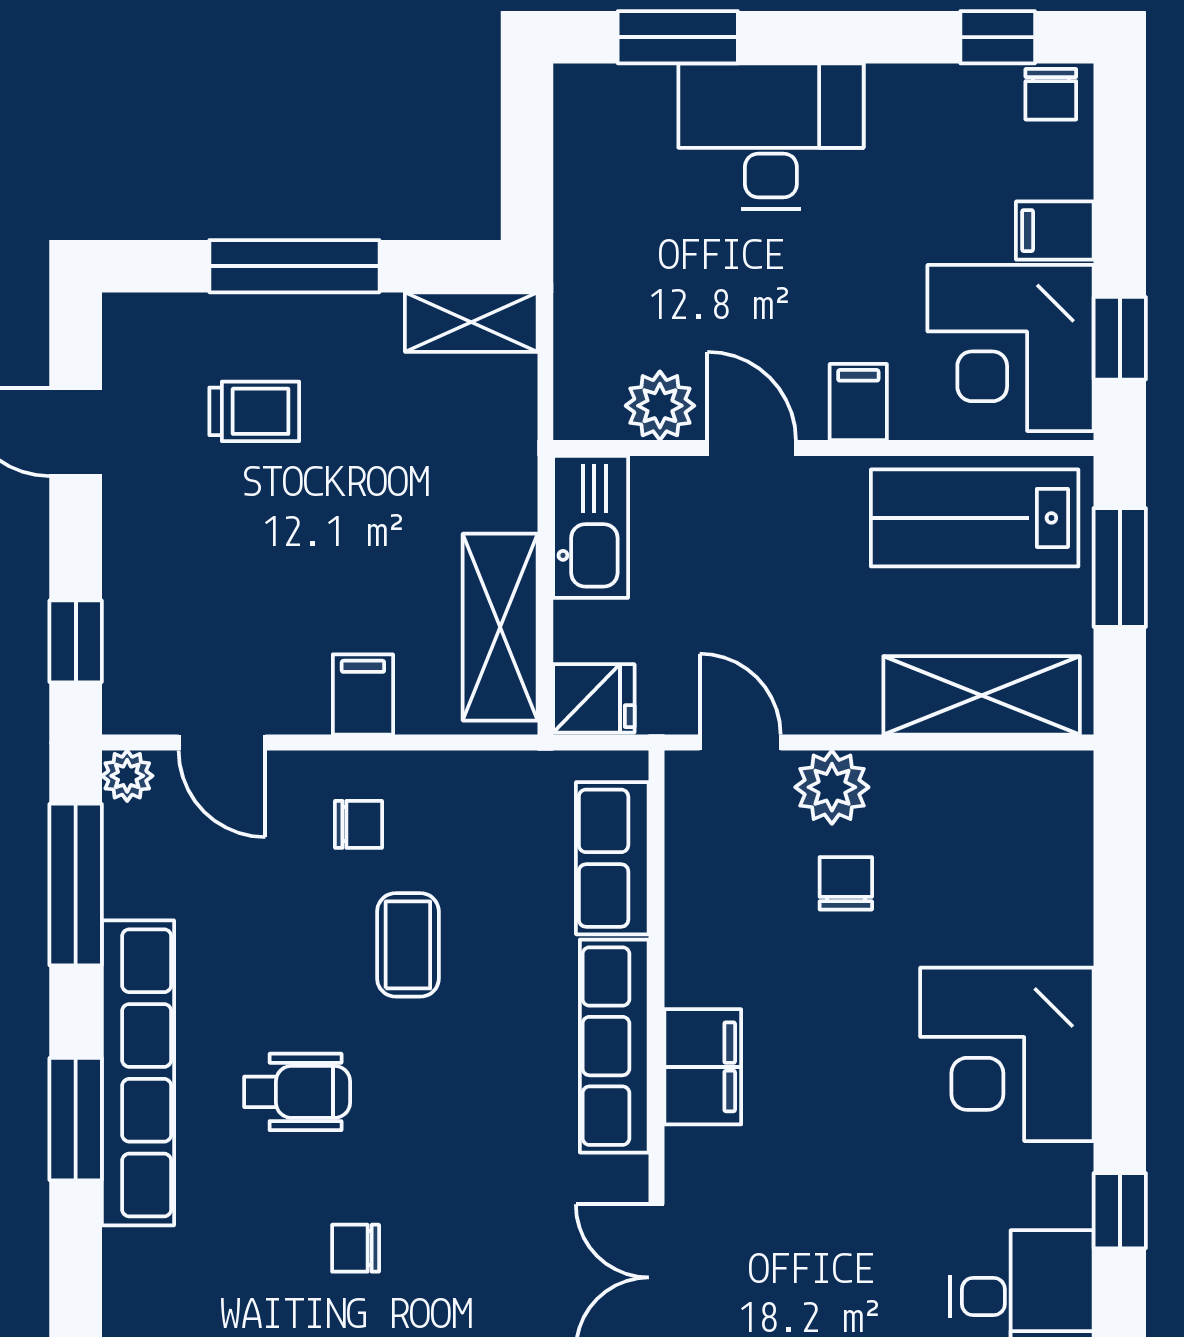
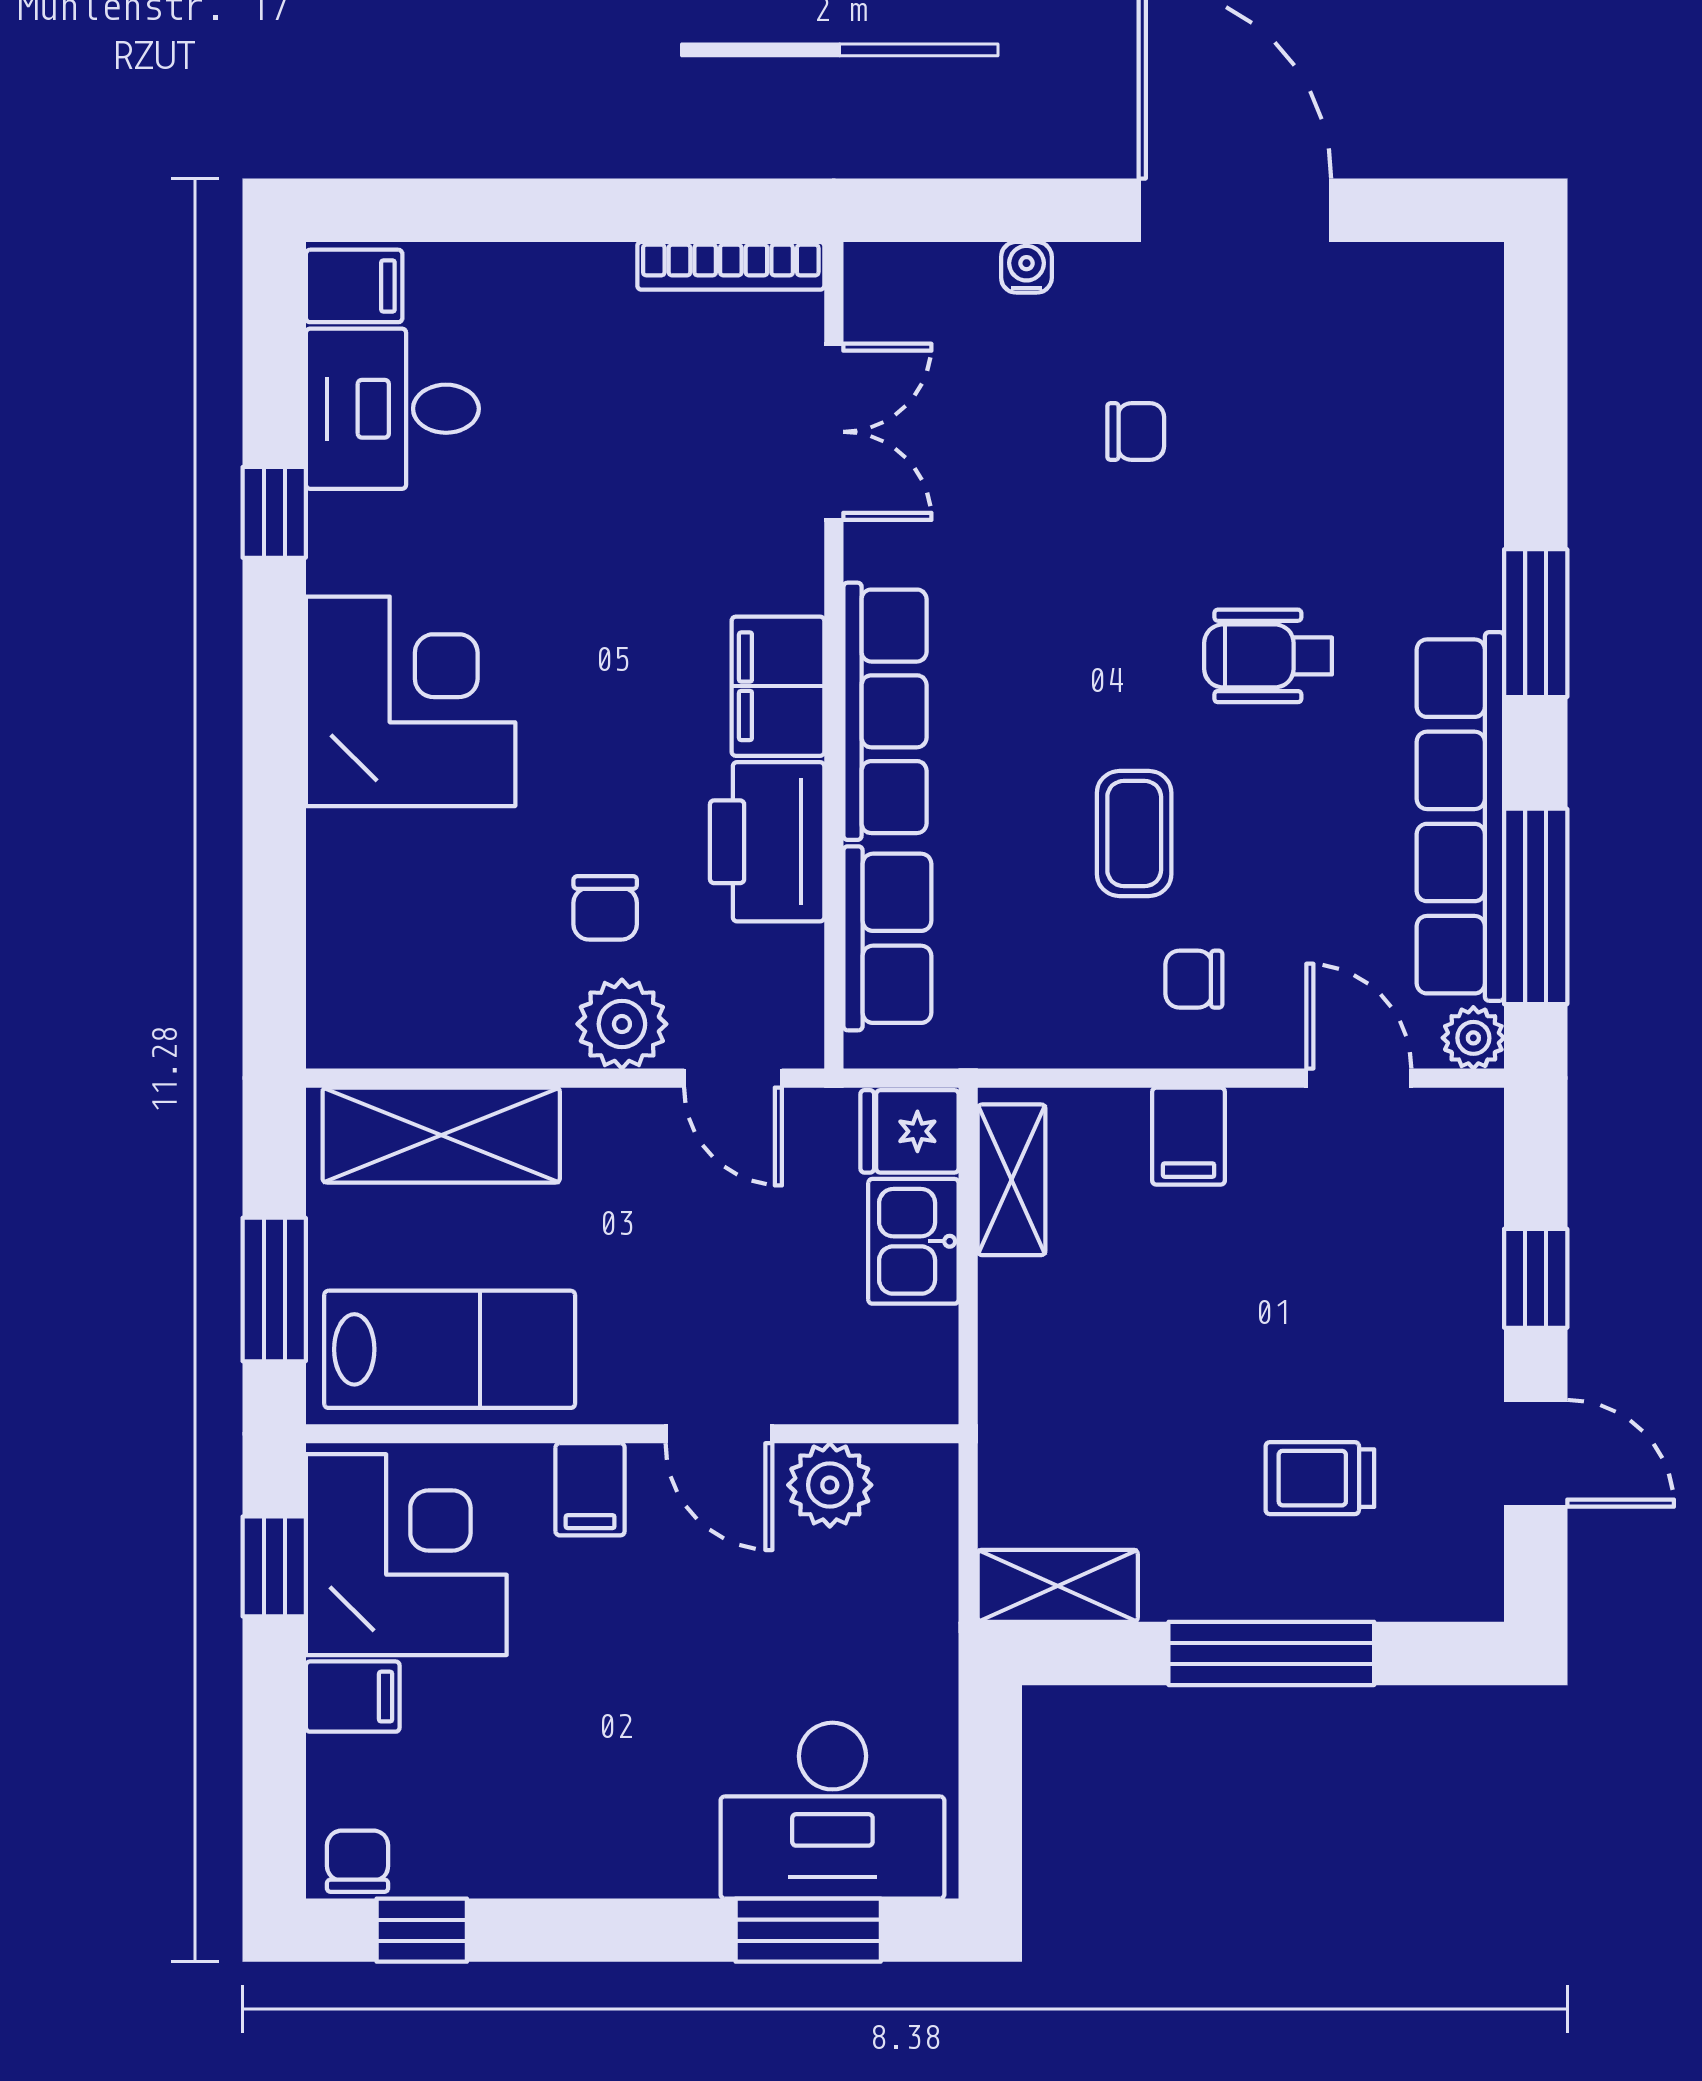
desk: (771, 136) -> (832, 1811), moved
kitchen sink: (591, 527) -> (913, 1241), moved, width x0.73
shelving: (500, 627) -> (1012, 1180), width x0.67, depth x0.75
window: (76, 641) -> (1536, 1278), moved
printer: (712, 938) -> (767, 842), added
row of seats: (138, 1073) -> (1460, 816), moved
chair: (356, 1248) -> (1136, 432), moved

